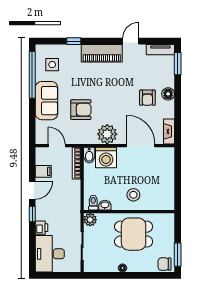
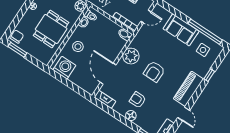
armchair: (81, 110) -> (154, 72), moved
door: (141, 146) -> (108, 74), swing flipped
washing machine: (106, 157) -> (64, 68), moved, turned 90

